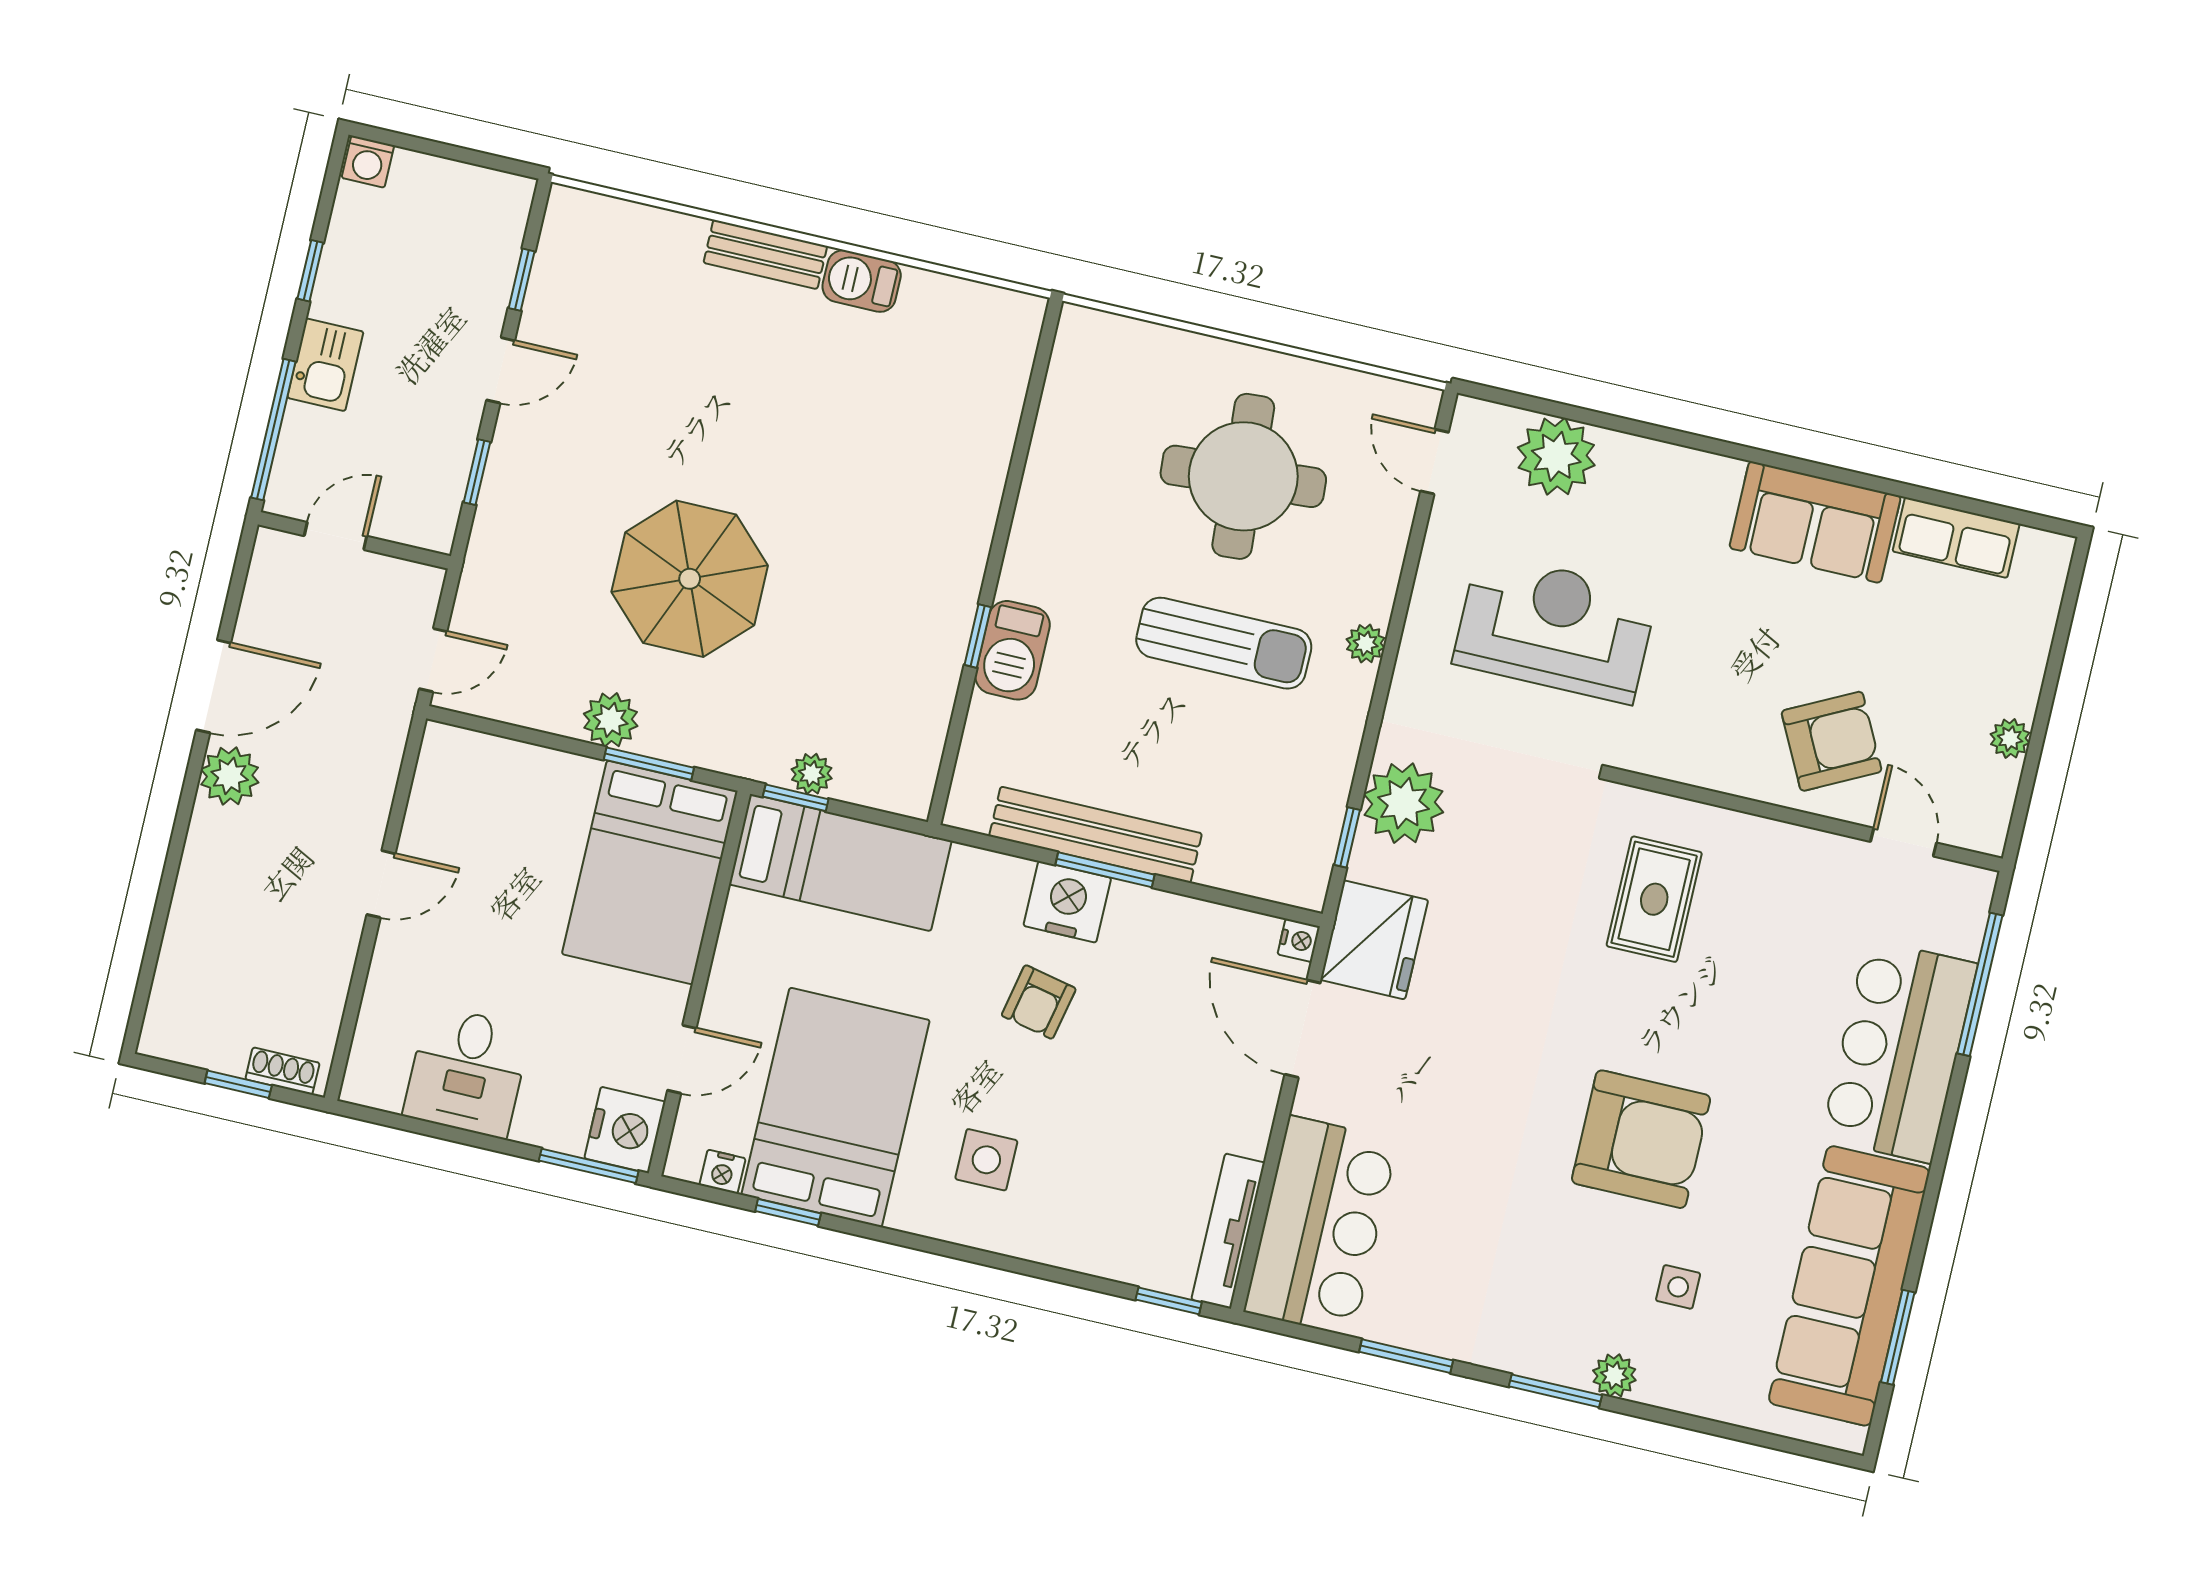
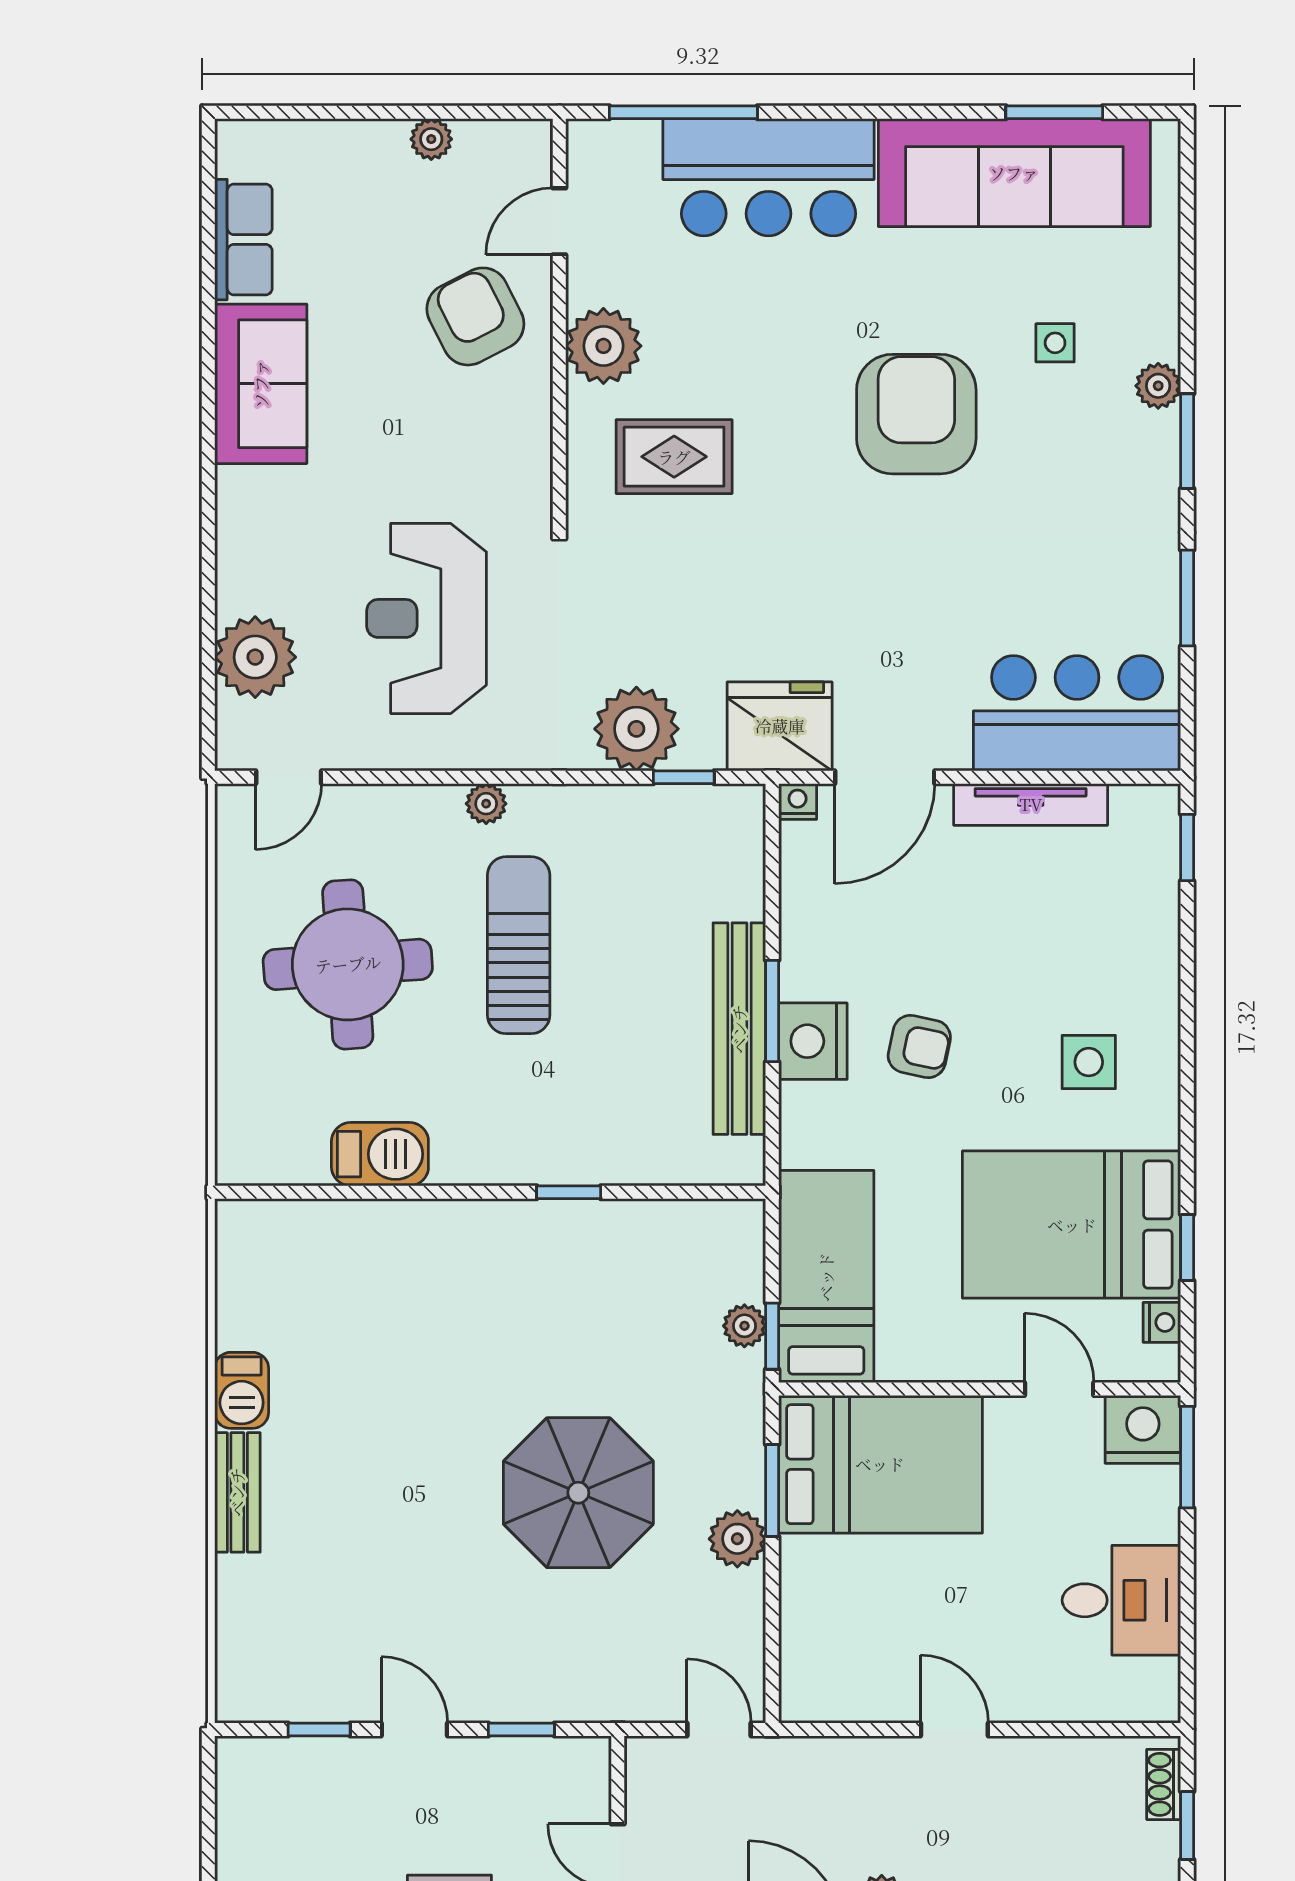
barbecue: (1013, 650) -> (380, 1154), moved
plant: (1775, 857) -> (603, 346), added
tv unit: (1228, 1231) -> (1031, 804), moved

